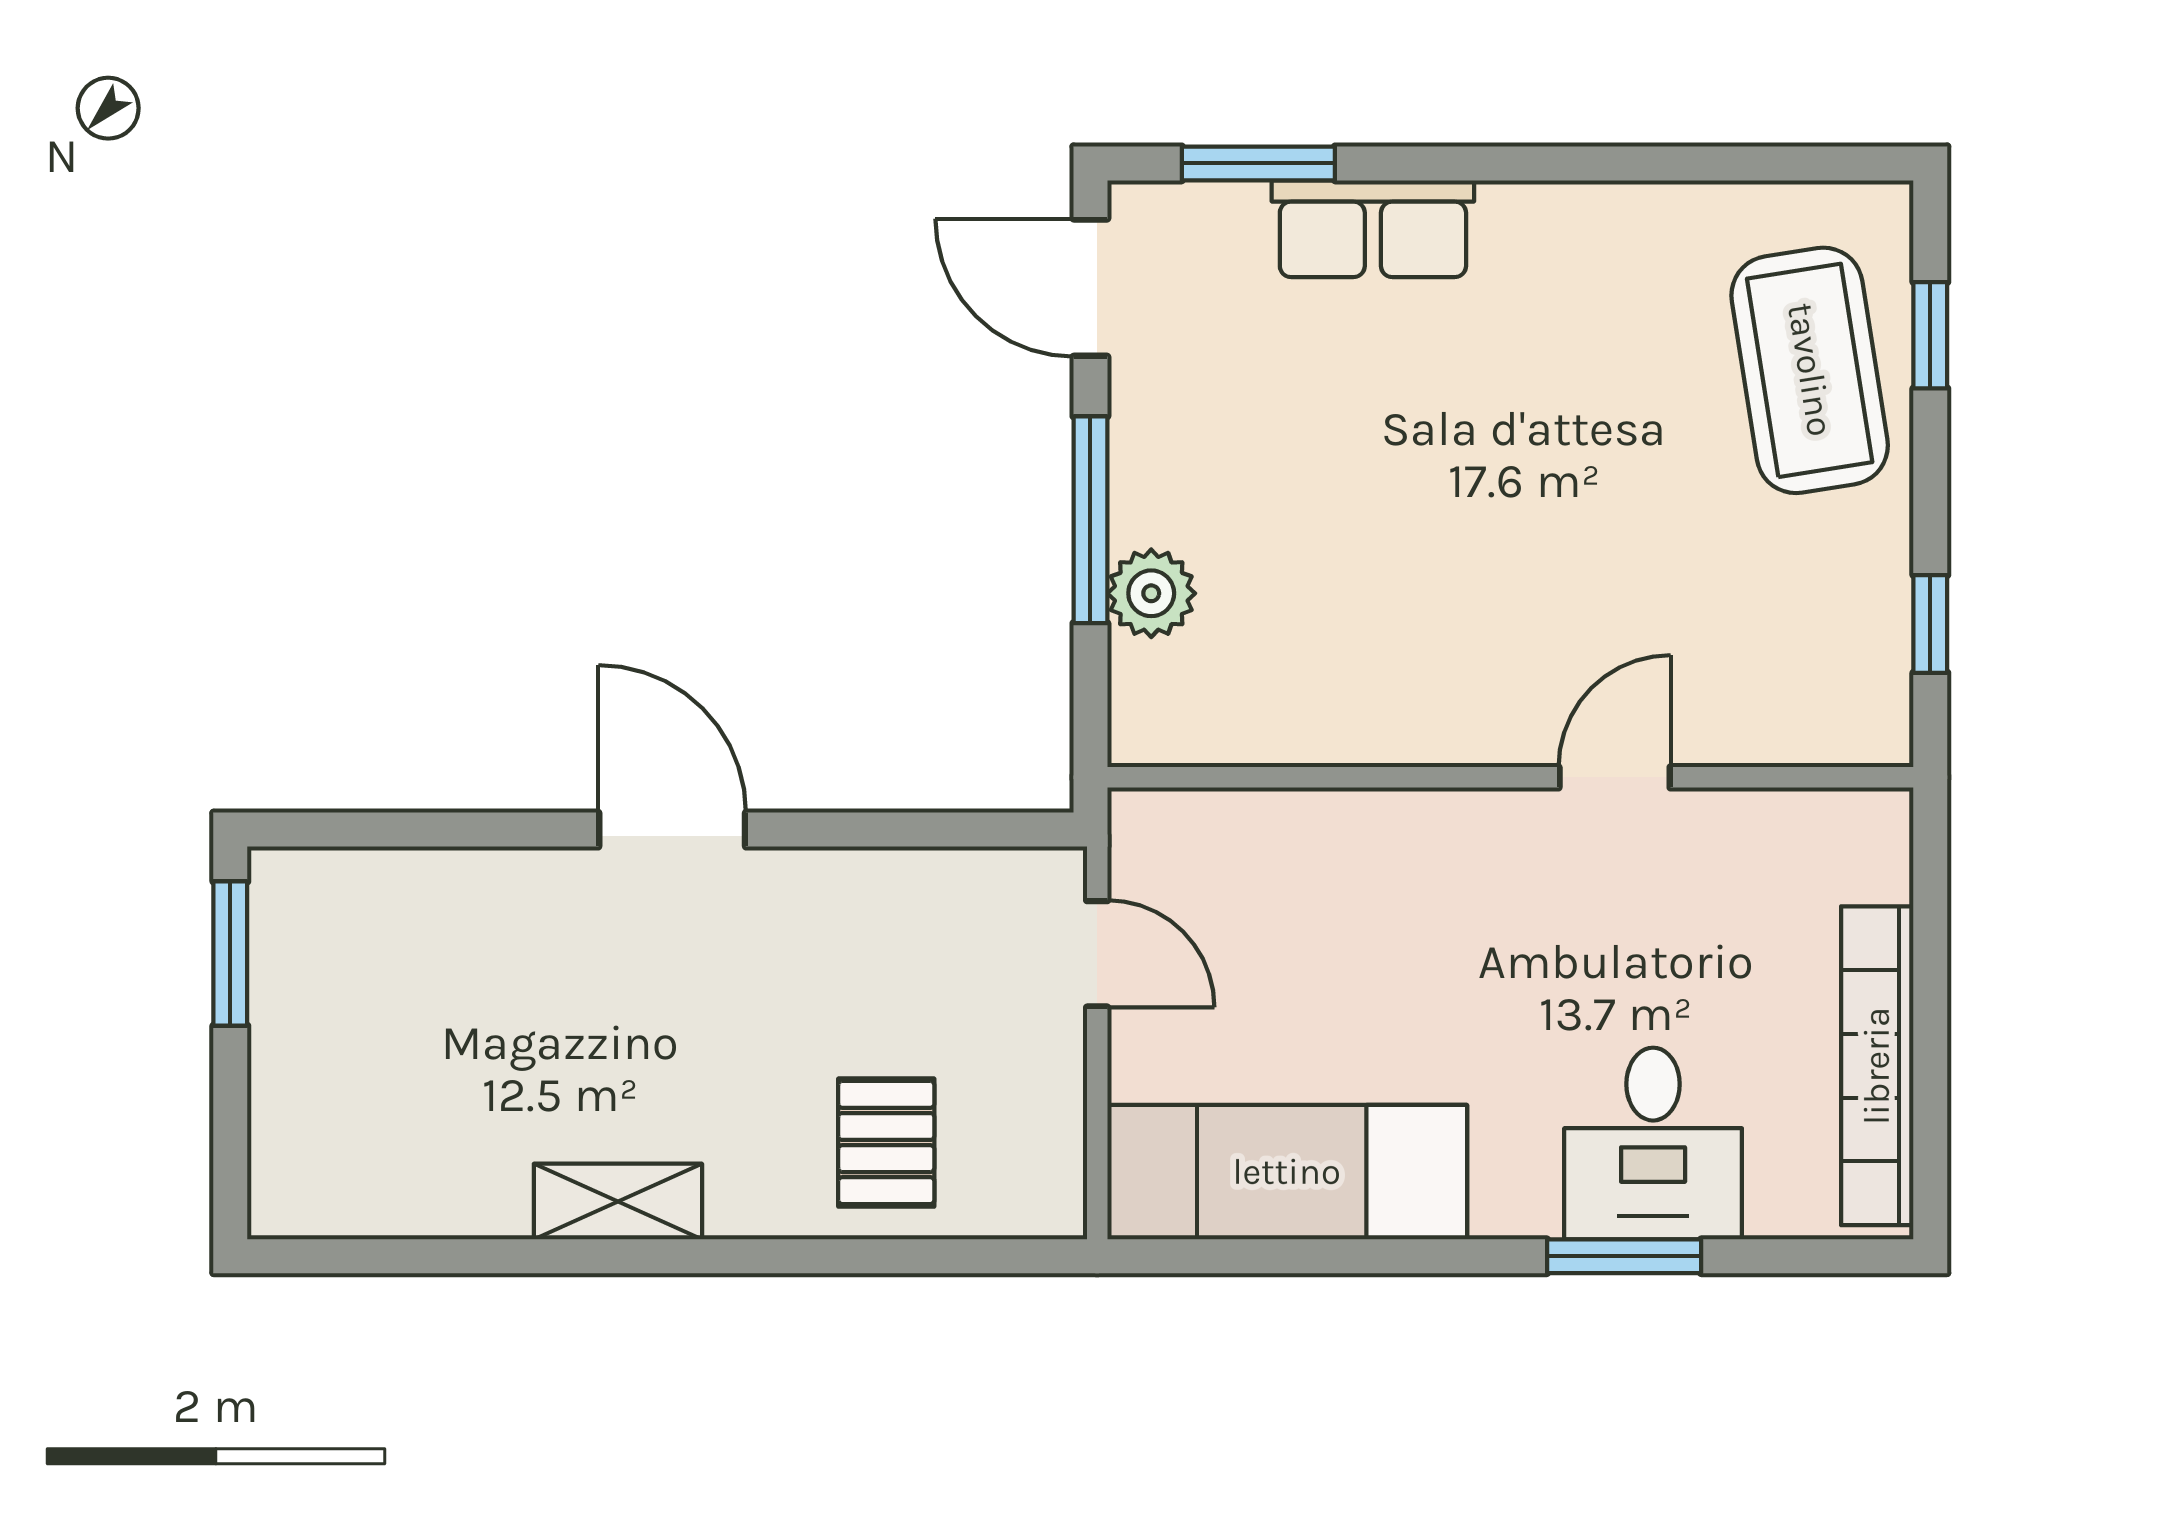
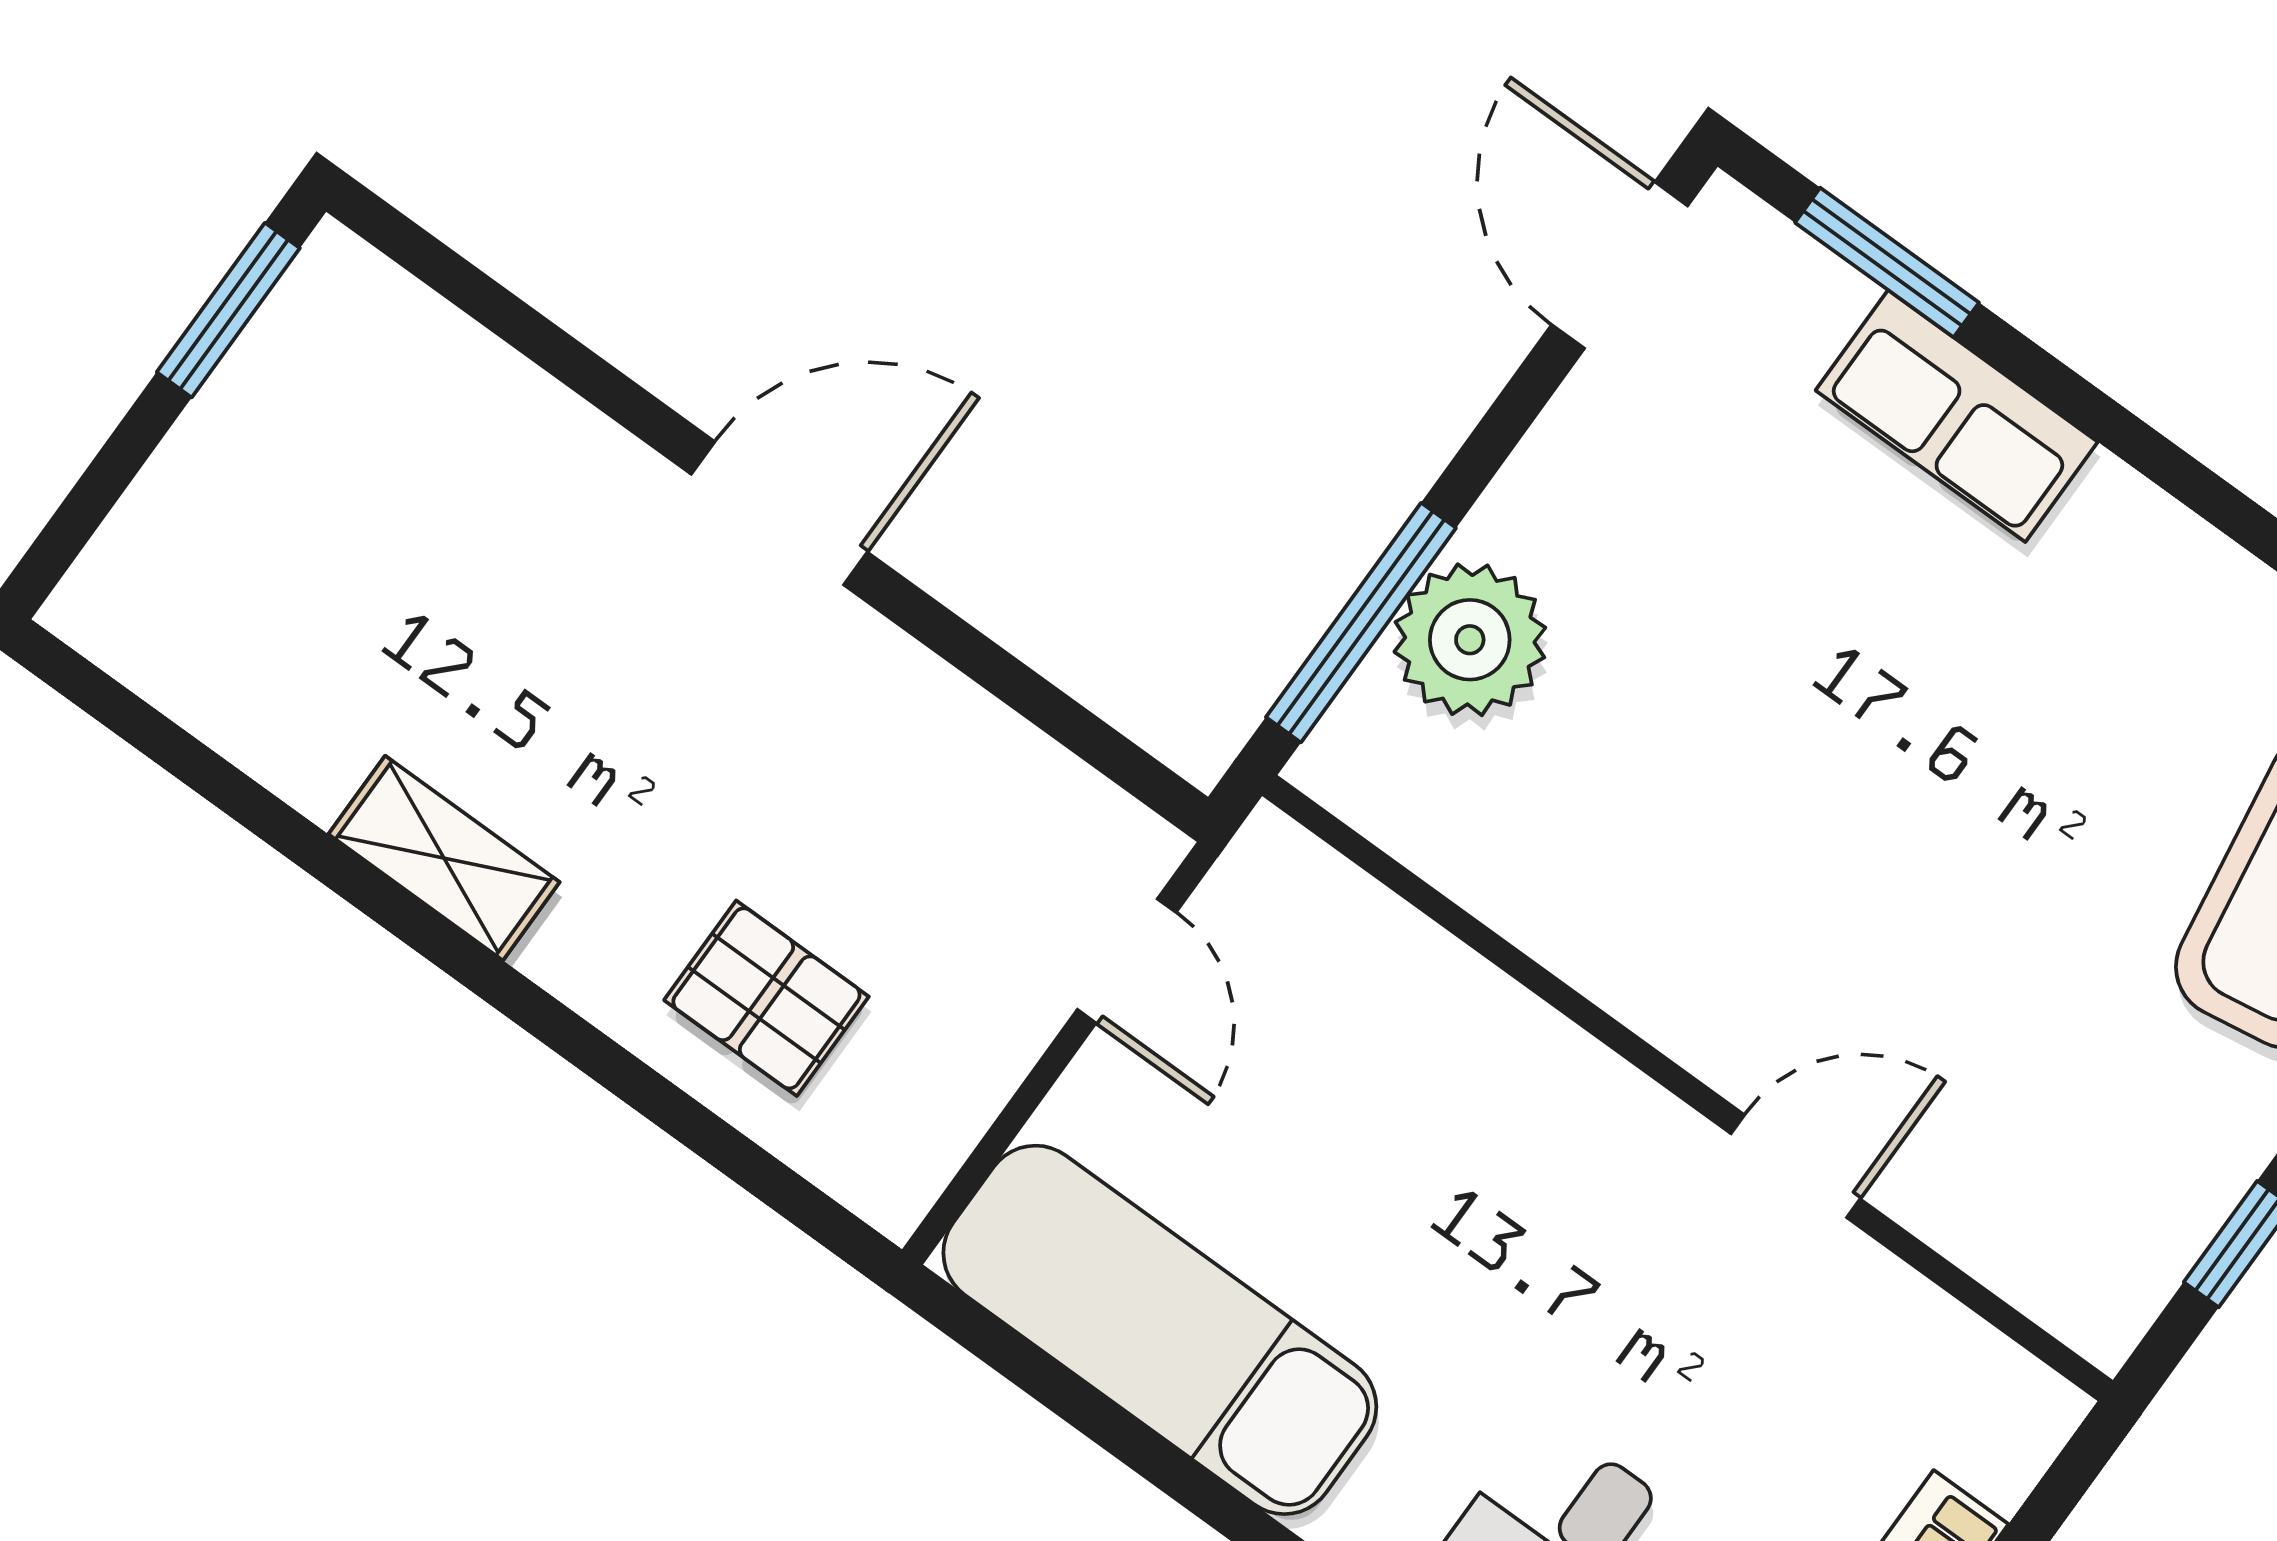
window: (1090, 520) -> (1361, 623), moved
plant: (1151, 593) -> (1470, 640), width x1.36, depth x1.36
door: (672, 830) -> (779, 513), hinge flipped
pallet: (886, 1143) -> (766, 998), turned 90

